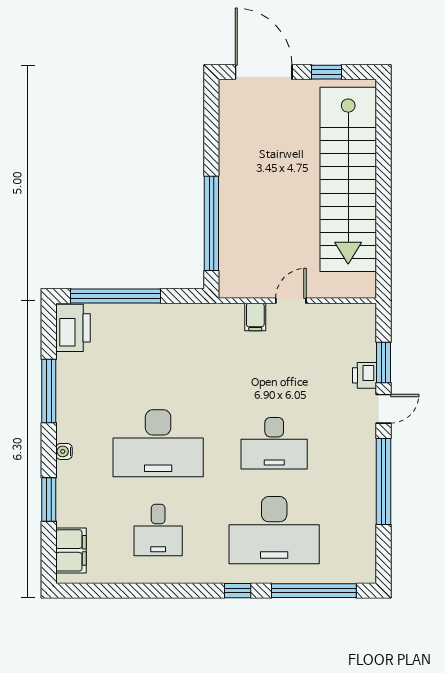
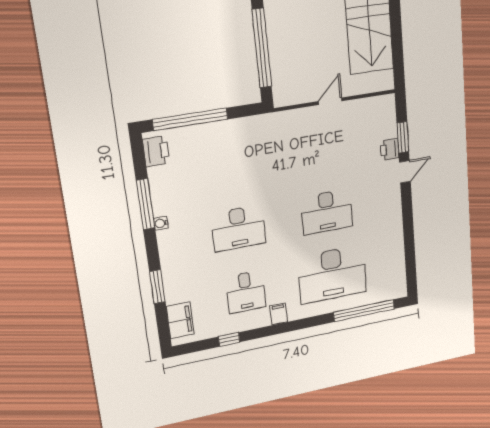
filing cabinet: (255, 317) -> (279, 314), moved, turned 180
printer: (73, 328) -> (156, 151), width x0.73, depth x0.84
desk: (158, 443) -> (238, 228), width x0.73, depth x0.77
water cooler: (64, 451) -> (161, 223), moved
window: (383, 481) -> (408, 224), removed
window: (238, 591) -> (229, 339), moved

